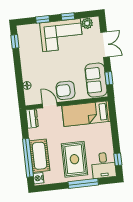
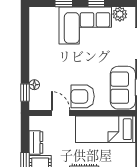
window: (15, 42) -> (25, 93), moved
dresser: (32, 119) -> (36, 142), moved

